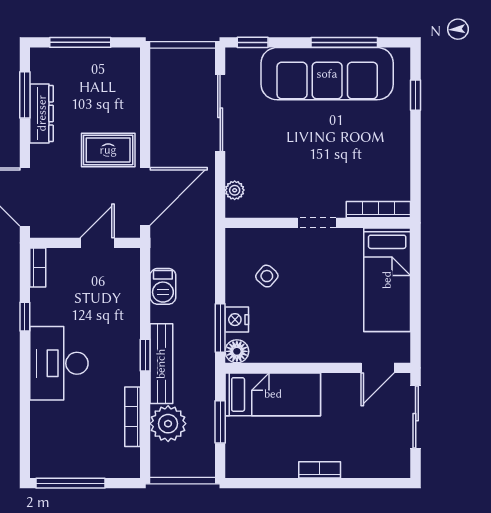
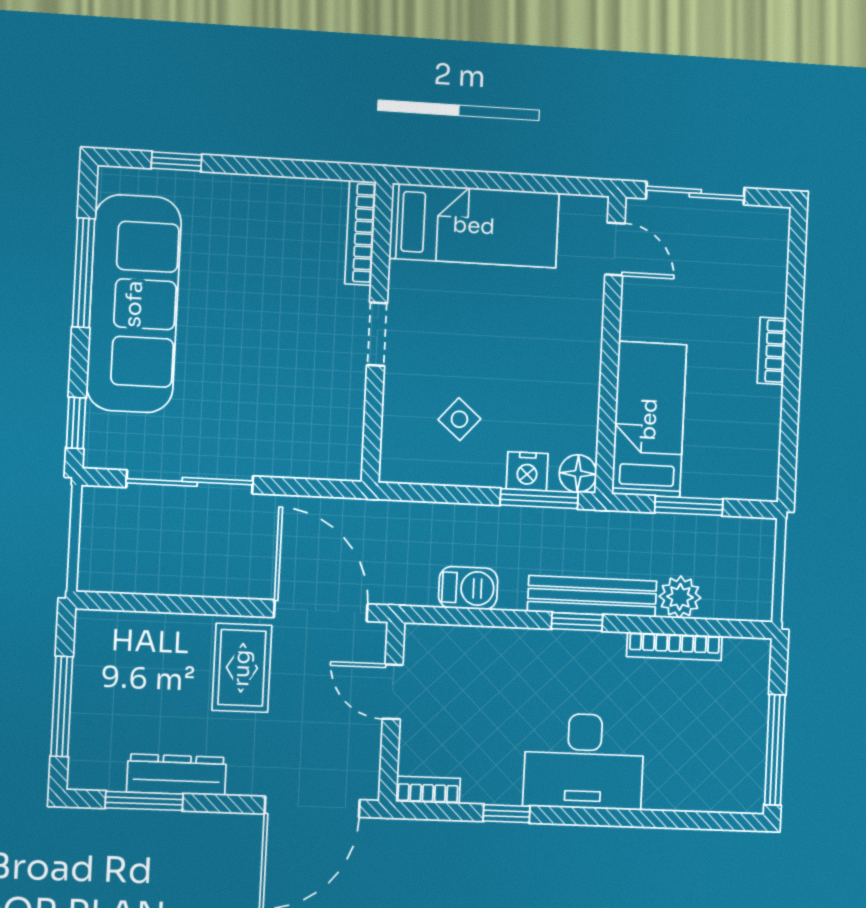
plant: (235, 190) -> (318, 464), removed
plant: (168, 424) -> (680, 597), width x0.73, depth x0.73

